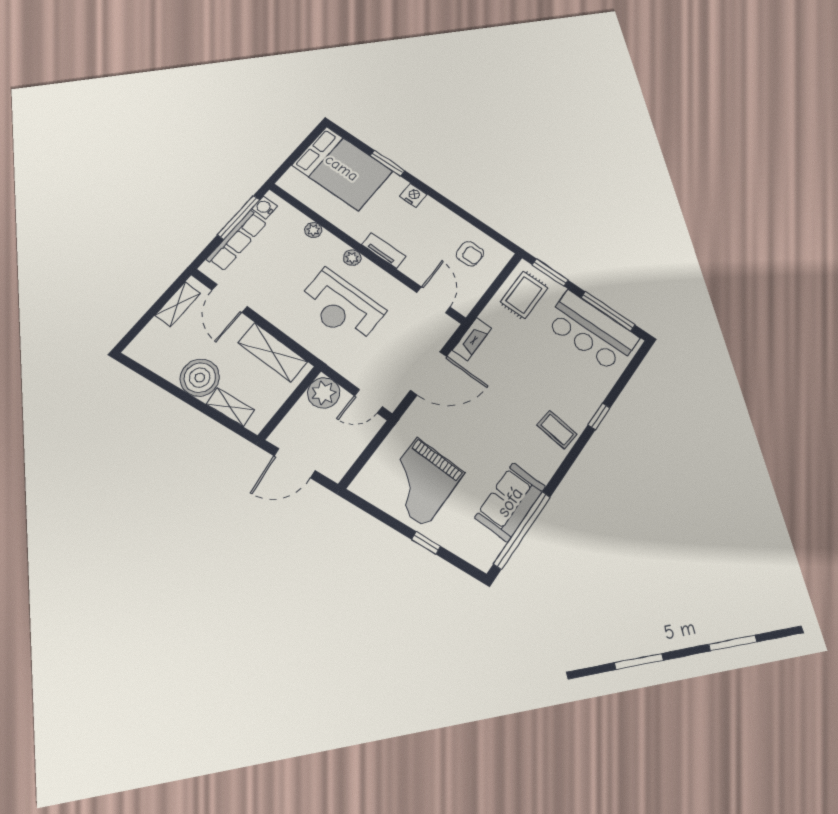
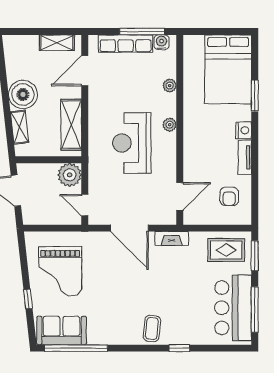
tv unit: (384, 251) -> (245, 157), moved, turned 180
grand piano: (421, 482) -> (60, 271), turned -90
sofa: (510, 502) -> (62, 330), moved

